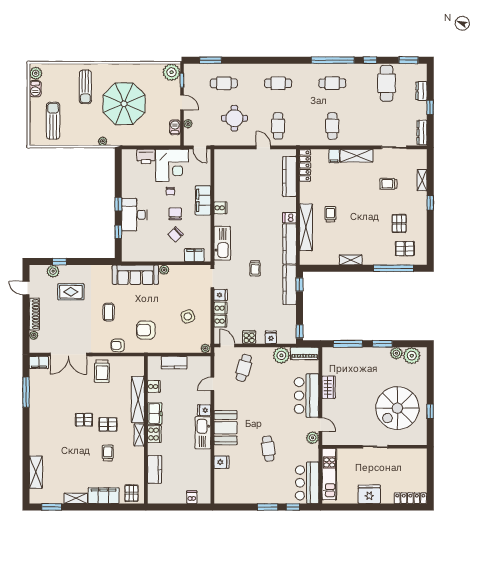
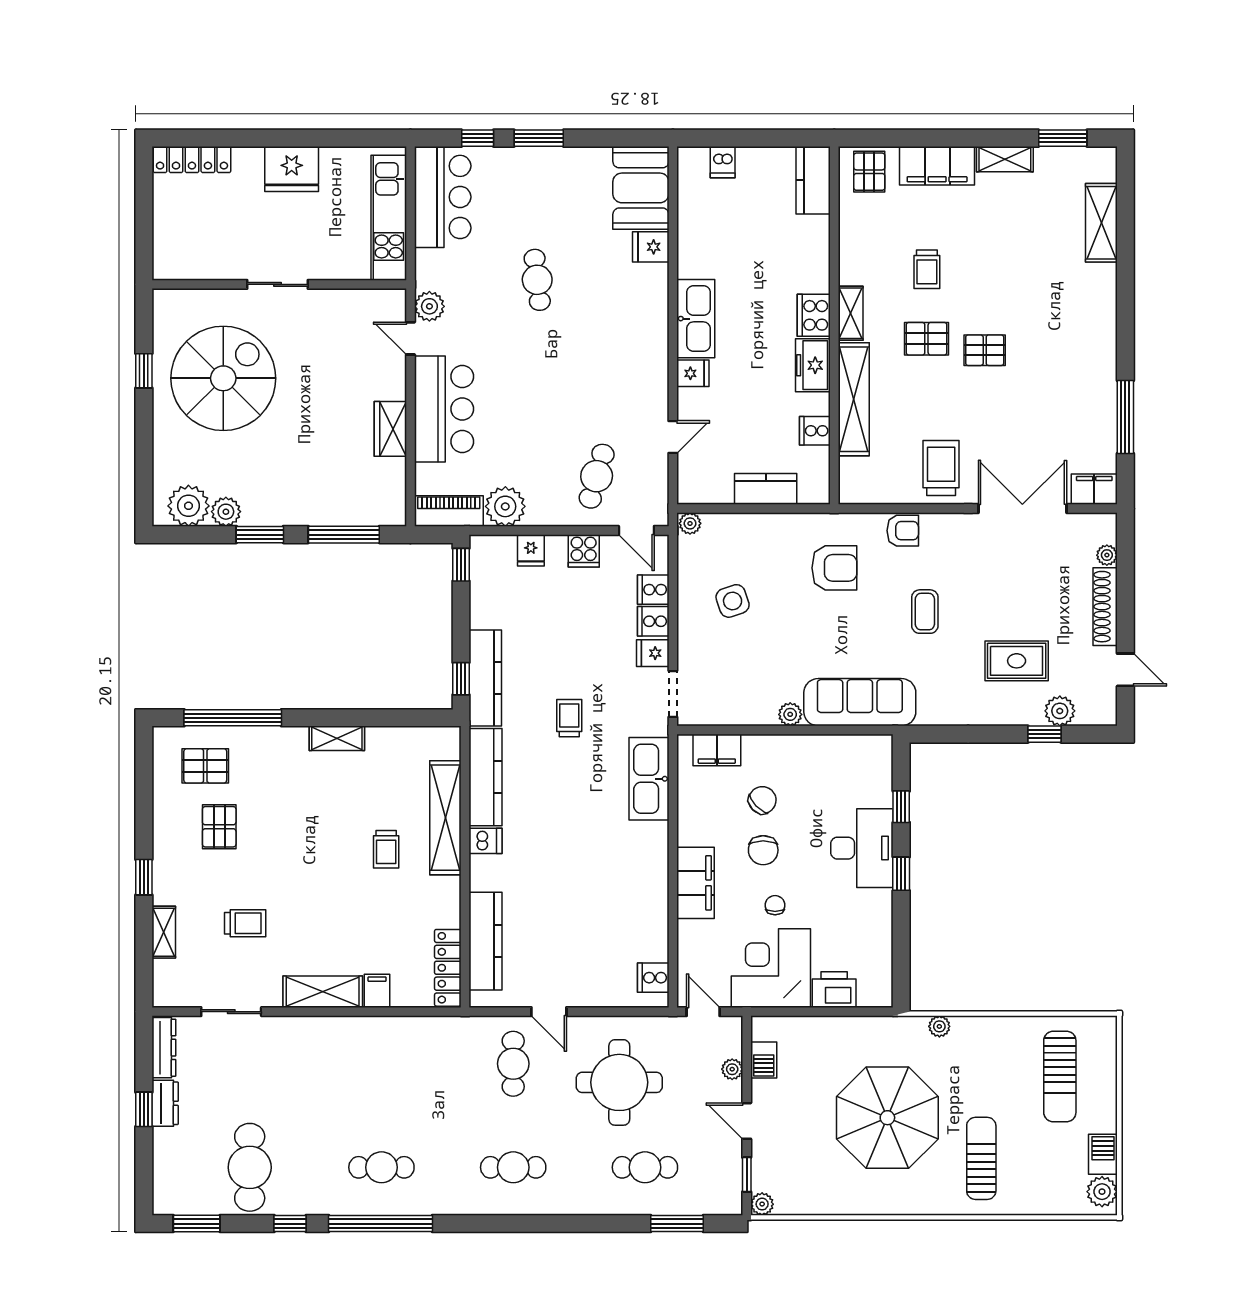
plant: (172, 72) -> (762, 1204), width x0.53, depth x0.53
dresser: (421, 91) -> (165, 1103), moved
round table: (234, 118) -> (619, 1082), width x1.36, depth x1.36
cafe table: (332, 126) -> (381, 1064), removed
cooker: (220, 208) -> (653, 978), moved
booth: (226, 428) -> (641, 188), moved
kitchen counter: (155, 469) -> (813, 180), moved

